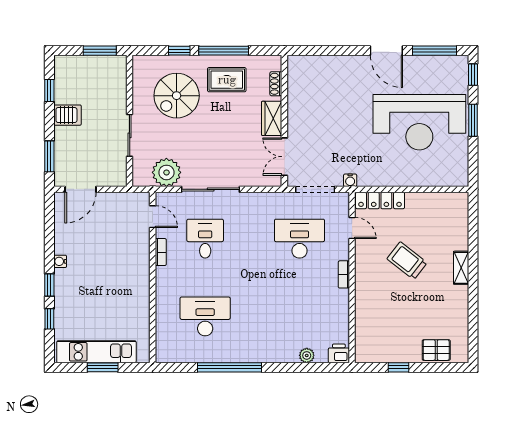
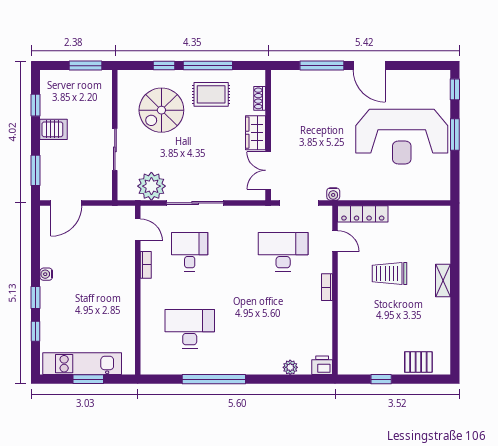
window: (435, 51) -> (322, 66), moved
trolley: (407, 261) -> (390, 273), turned -38

